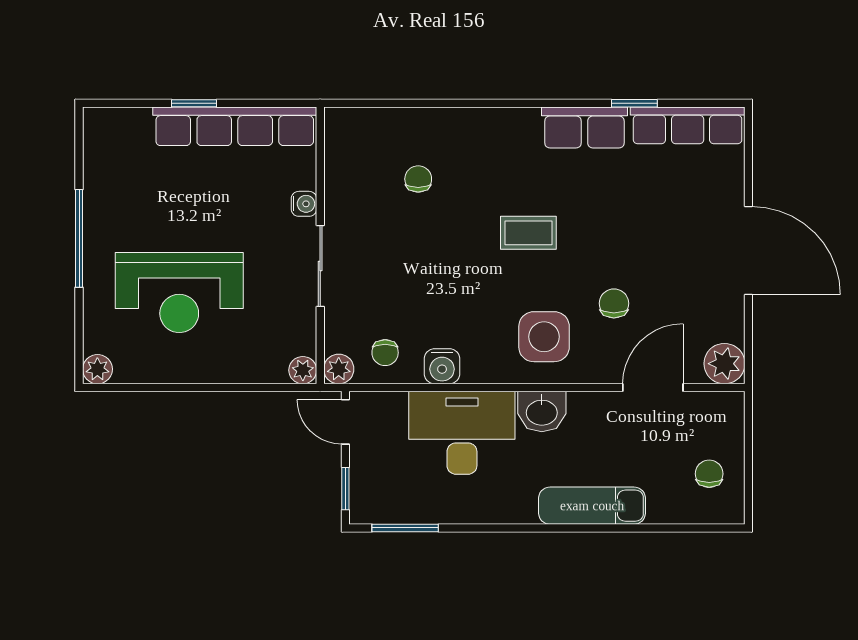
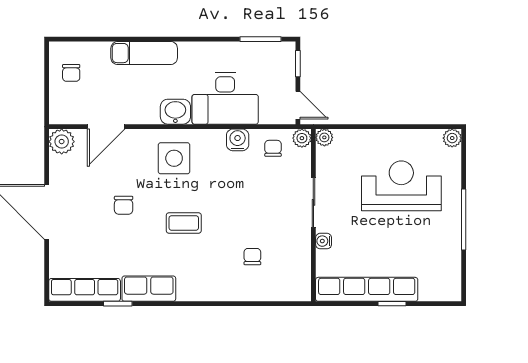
chair: (418, 179) -> (252, 257), turned 180
chair: (614, 303) -> (124, 205), moved

